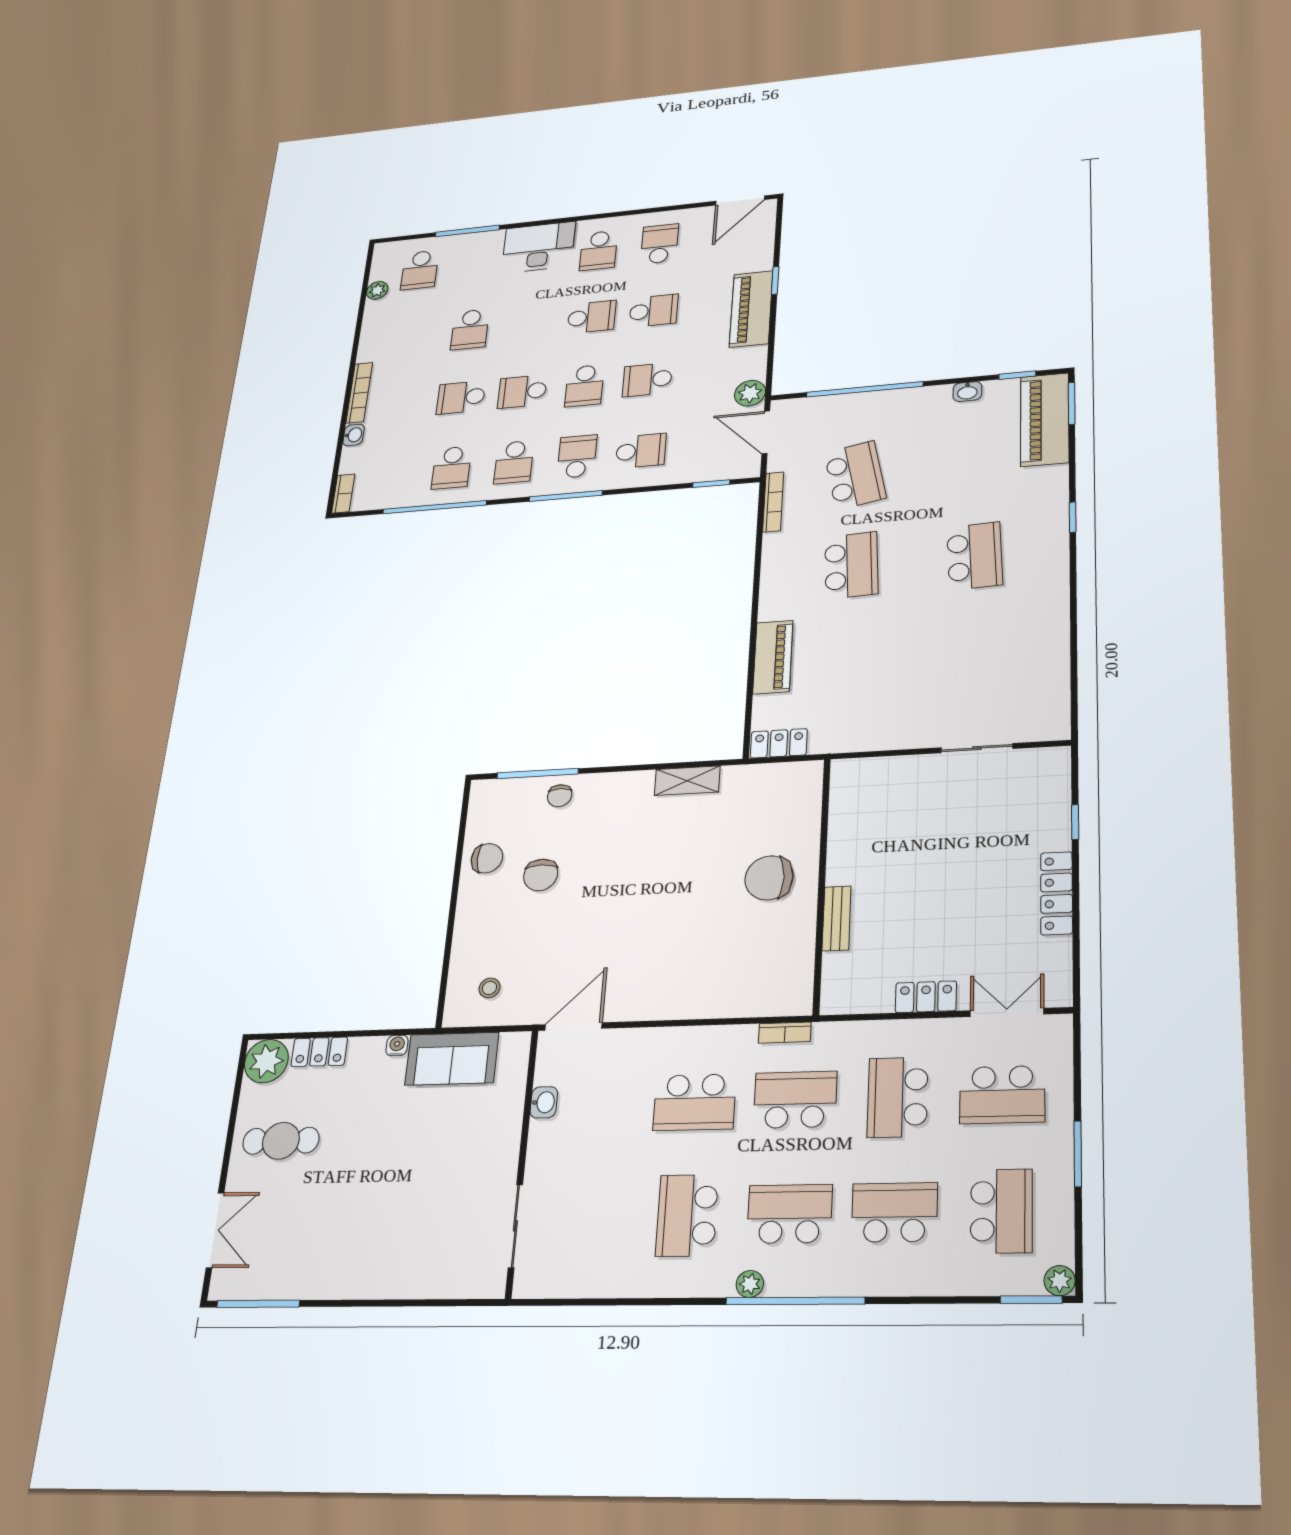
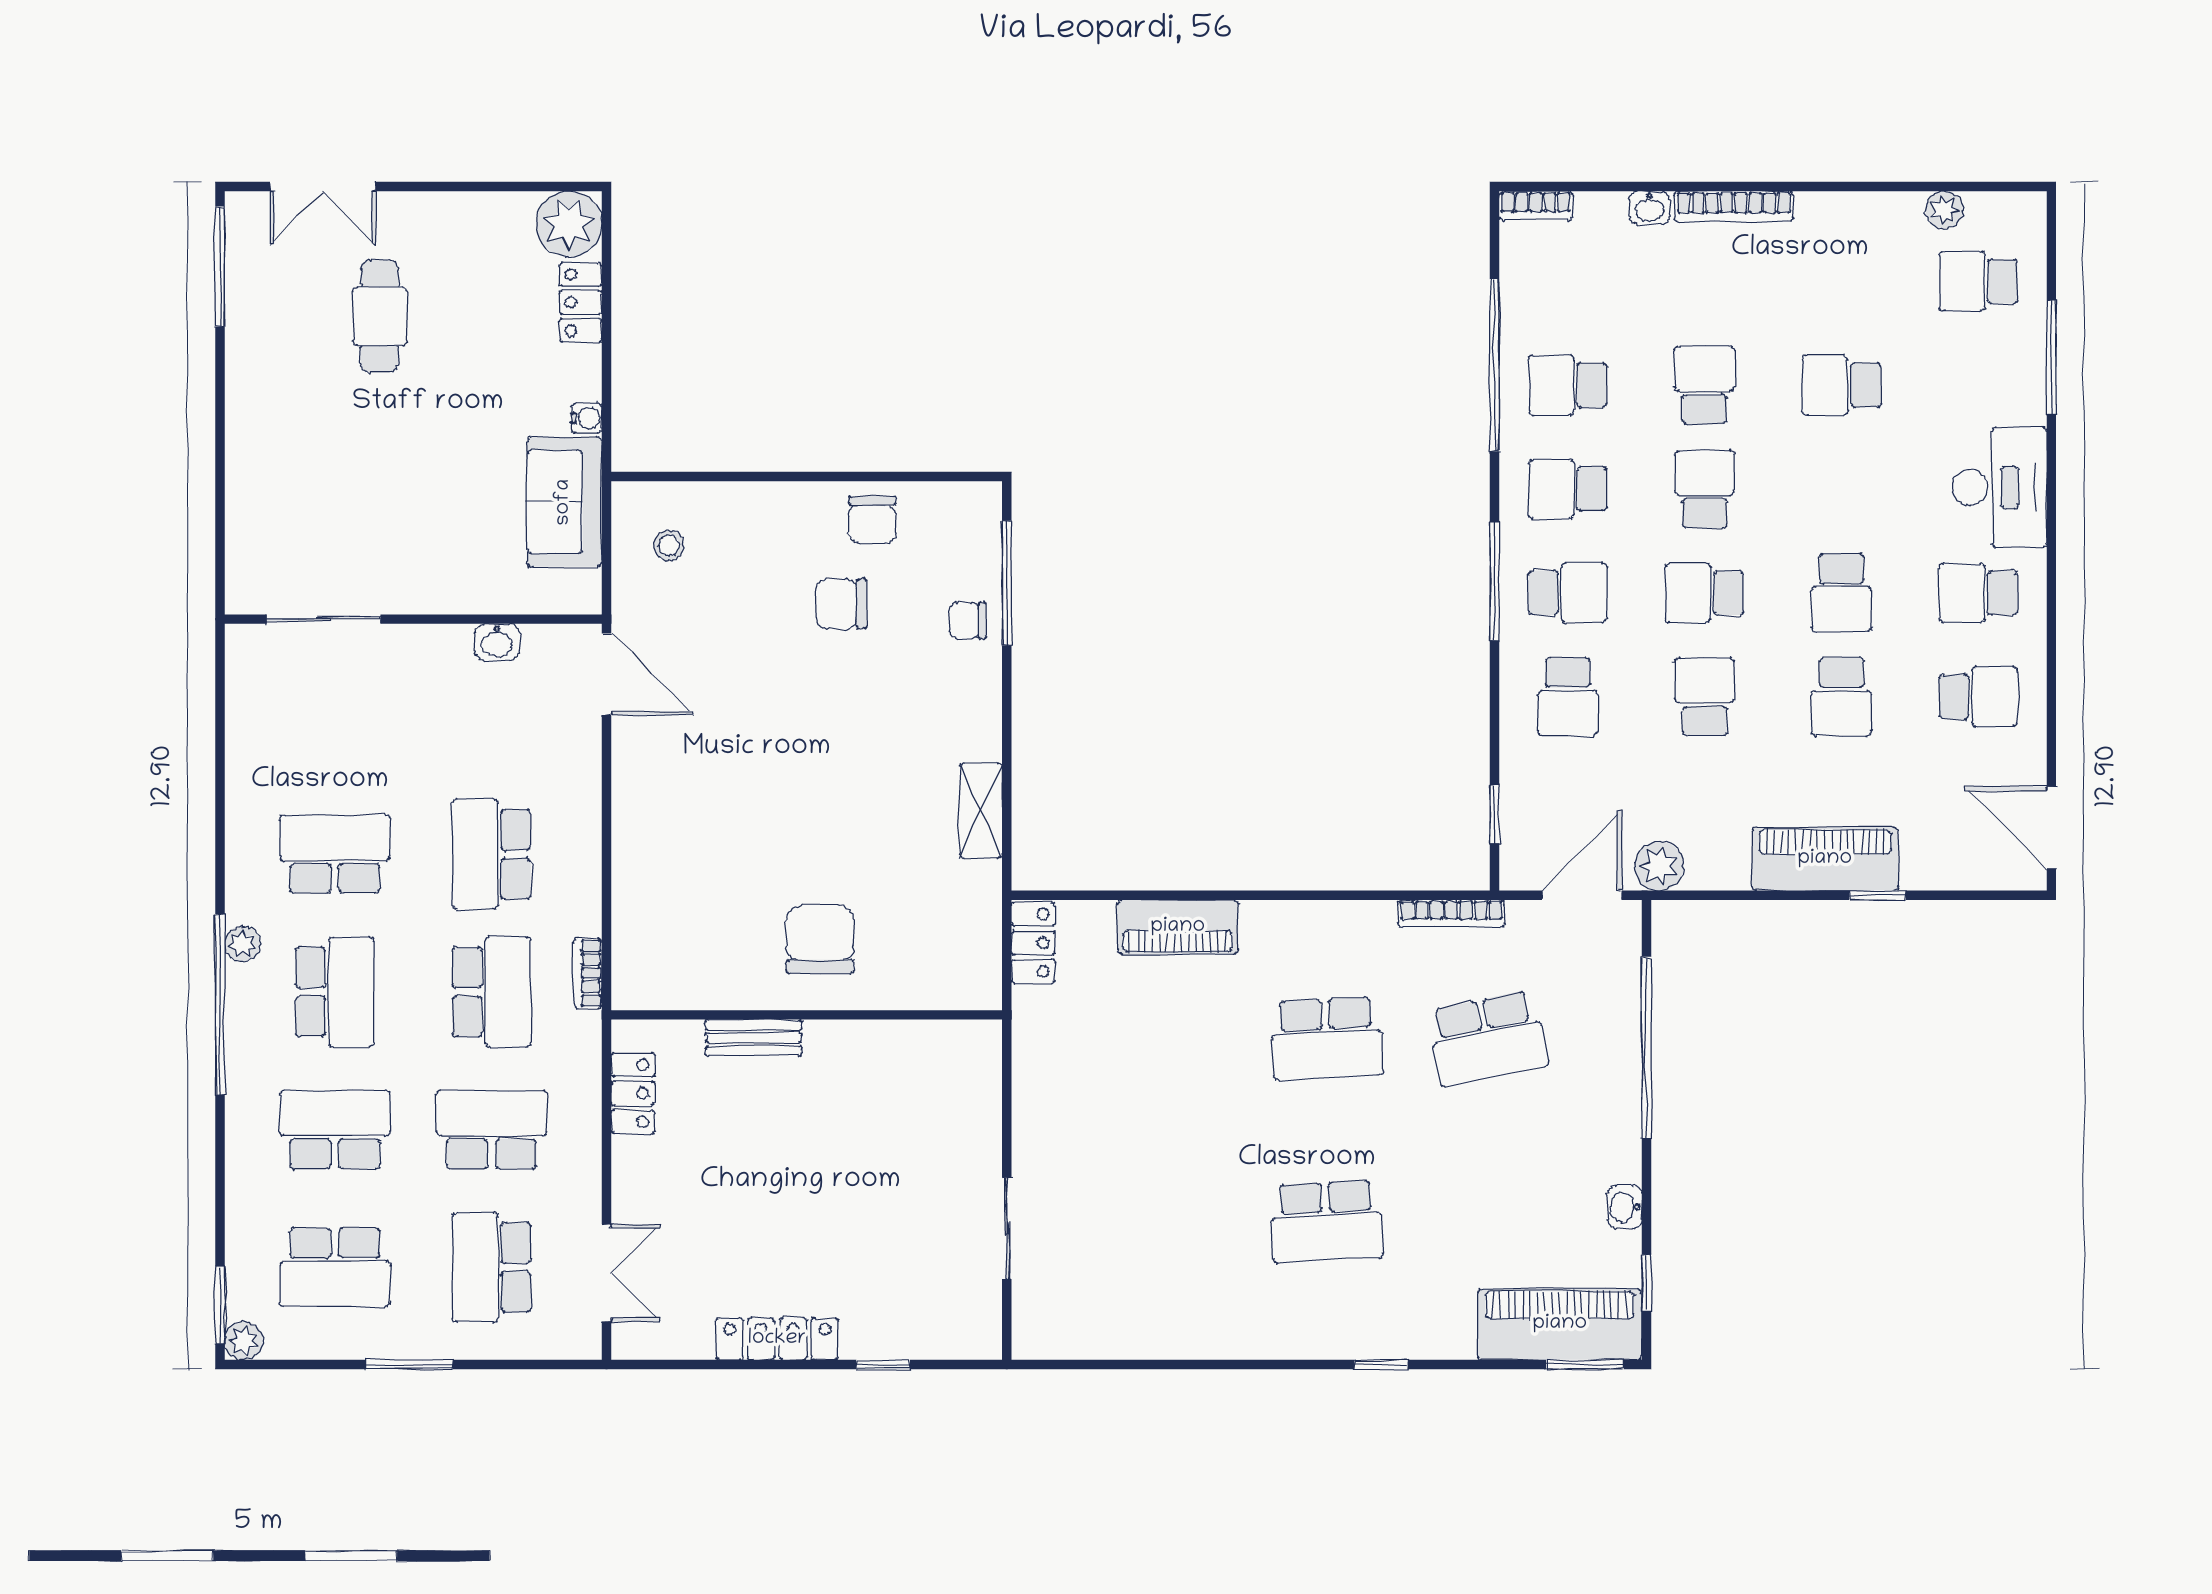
locker: (926, 997) -> (633, 1093), moved
cafe table: (281, 1141) -> (380, 316), moved
school desk: (894, 1212) -> (335, 1130), turned -90

